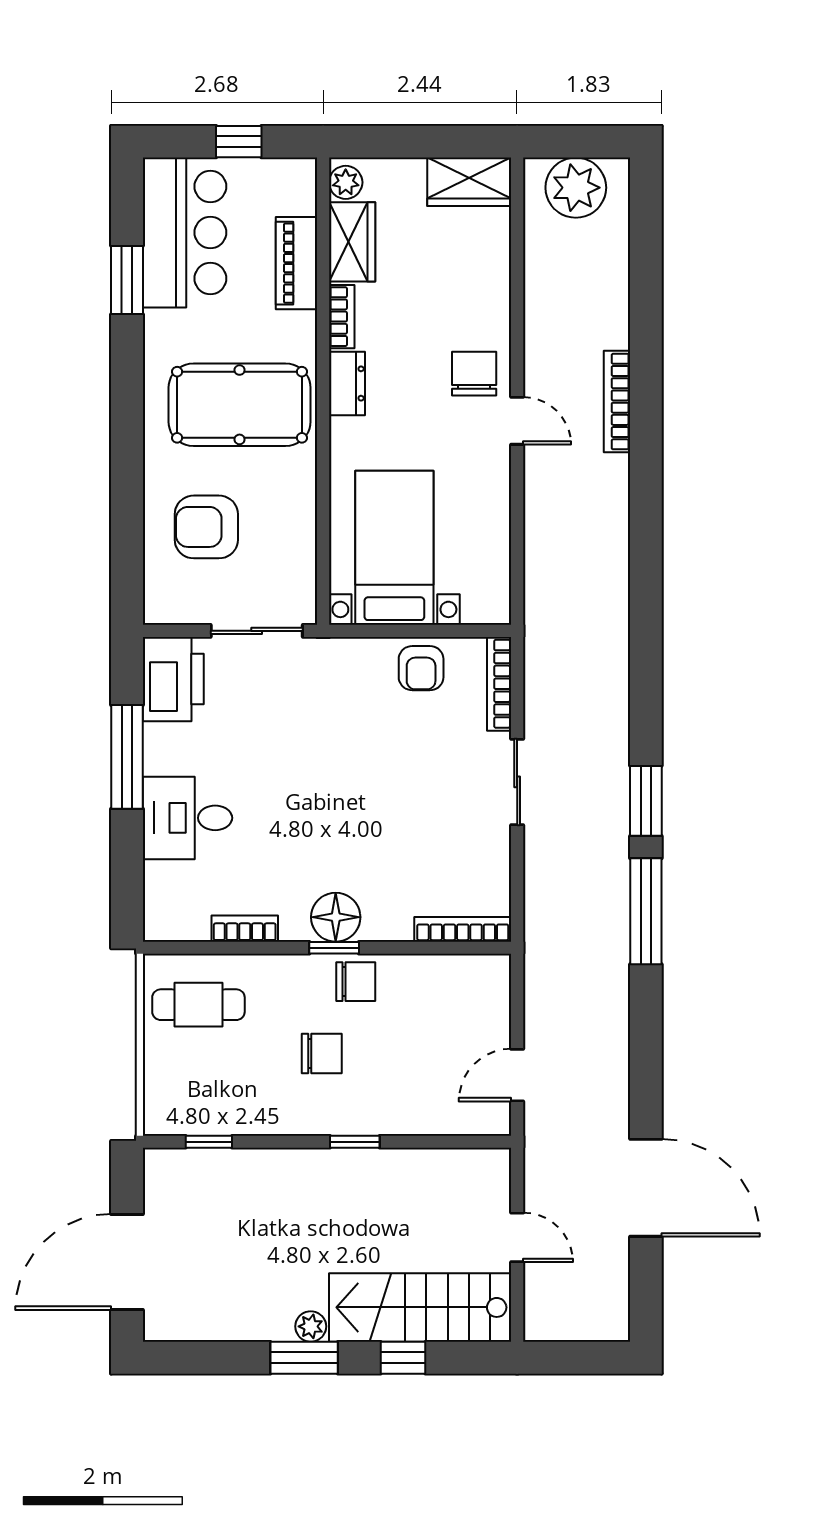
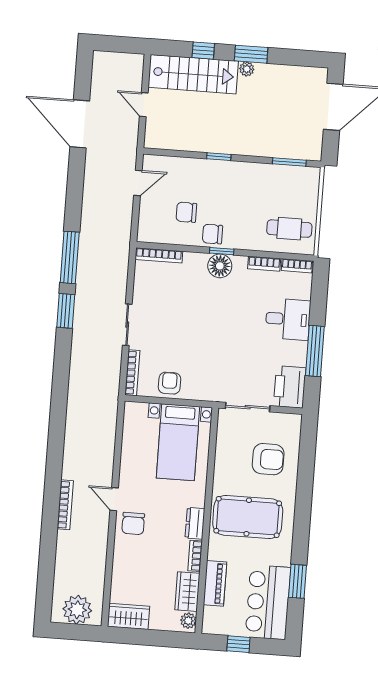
bookcase: (177, 929) -> (297, 266), added
chair: (322, 1053) -> (186, 212), moved
window: (209, 1142) -> (289, 162), width x1.50

